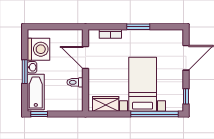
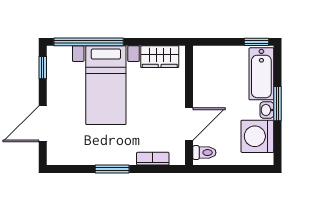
door: (85, 58) -> (189, 124), hinge flipped
toilet: (75, 82) -> (204, 153), moved

